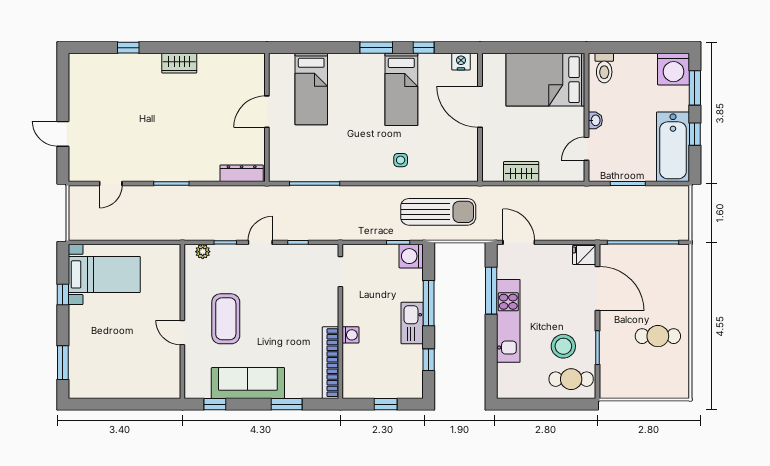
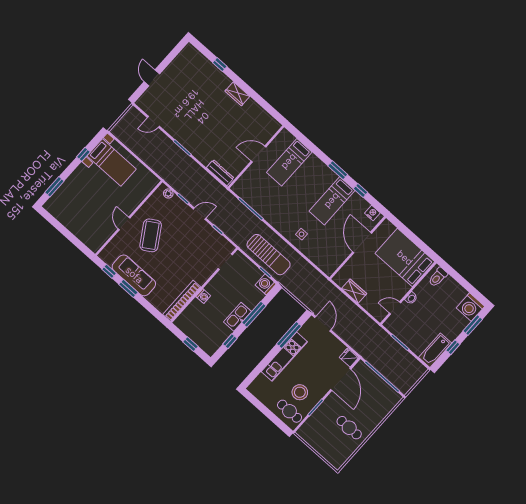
bathtub: (673, 147) -> (435, 350), width x0.73, depth x0.73
sun lounger: (438, 212) -> (269, 255), moved
coffee table: (226, 319) -> (151, 235), turned -32
window: (287, 404) -> (128, 288), moved

